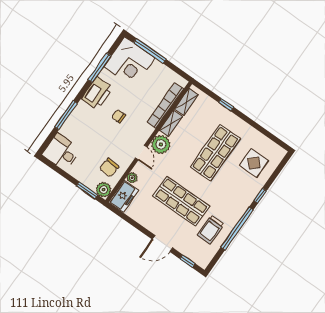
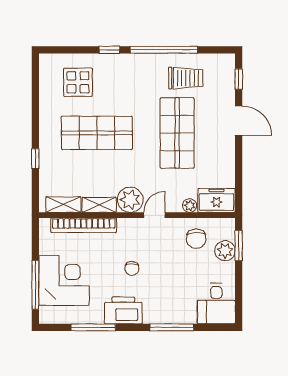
corner desk: (129, 62) -> (64, 281), moved
chair: (109, 168) -> (196, 239), turned 84
plant: (103, 190) -> (225, 251), moved

